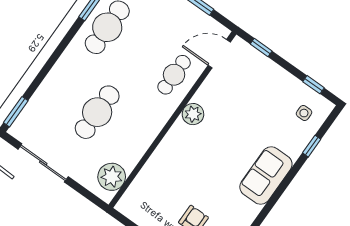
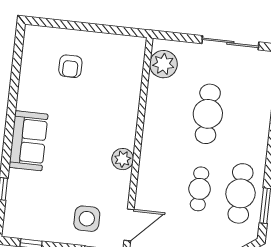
cafe table: (174, 75) -> (200, 189), moved
side table: (304, 113) -> (87, 219), moved, width x1.87, depth x1.87

